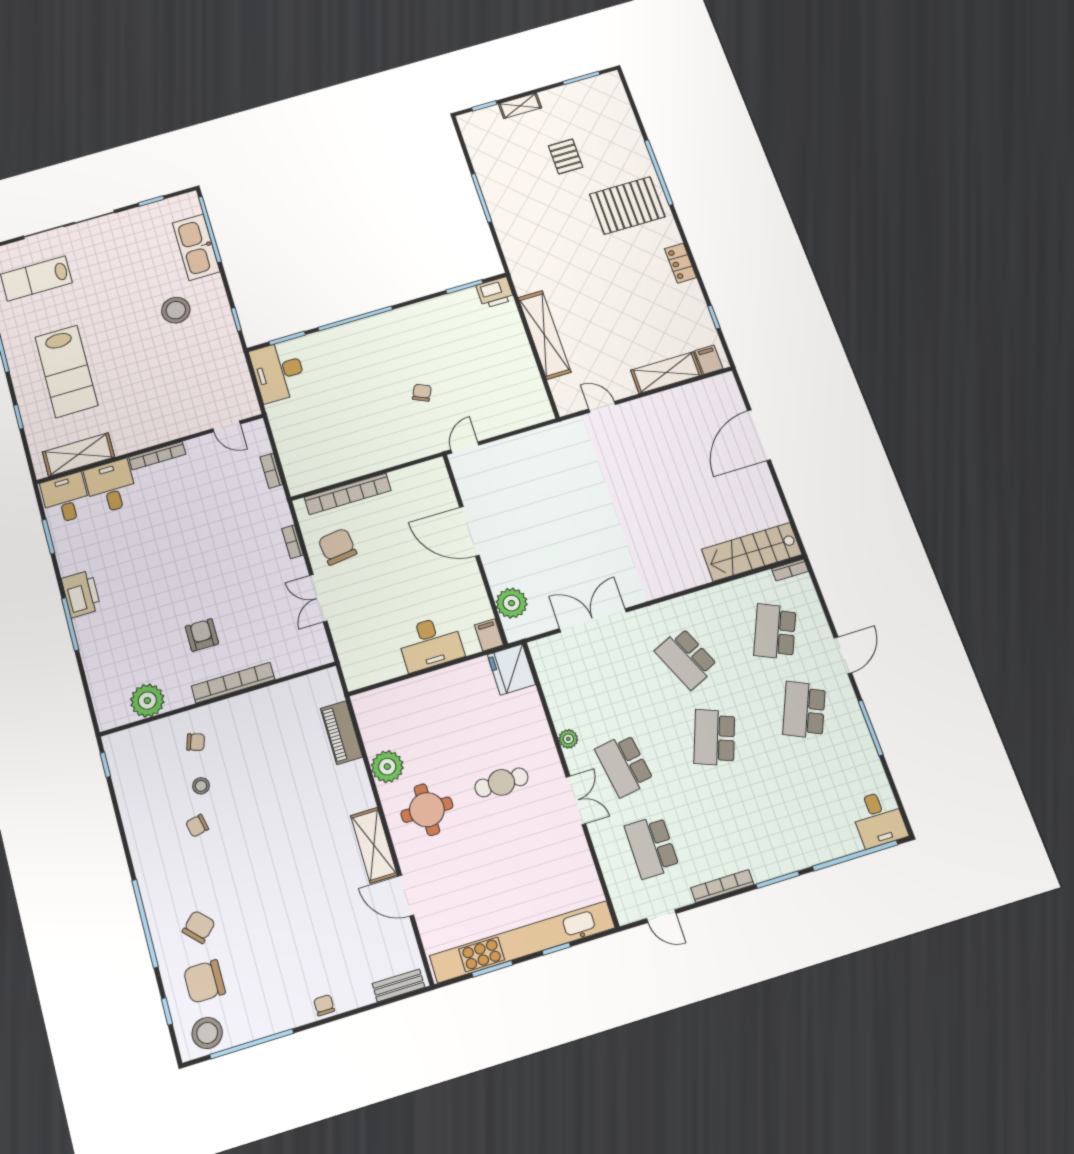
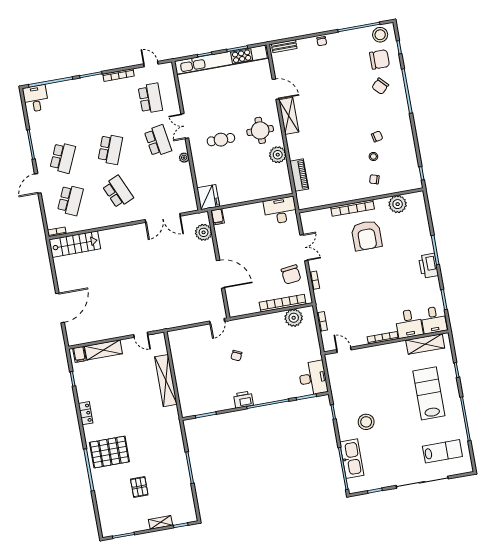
printer: (495, 293) -> (243, 399), moved
plant: (324, 471) -> (294, 318), added
armchair: (202, 635) -> (367, 235), width x1.88, depth x1.88
desk: (430, 643) -> (280, 210), moved

